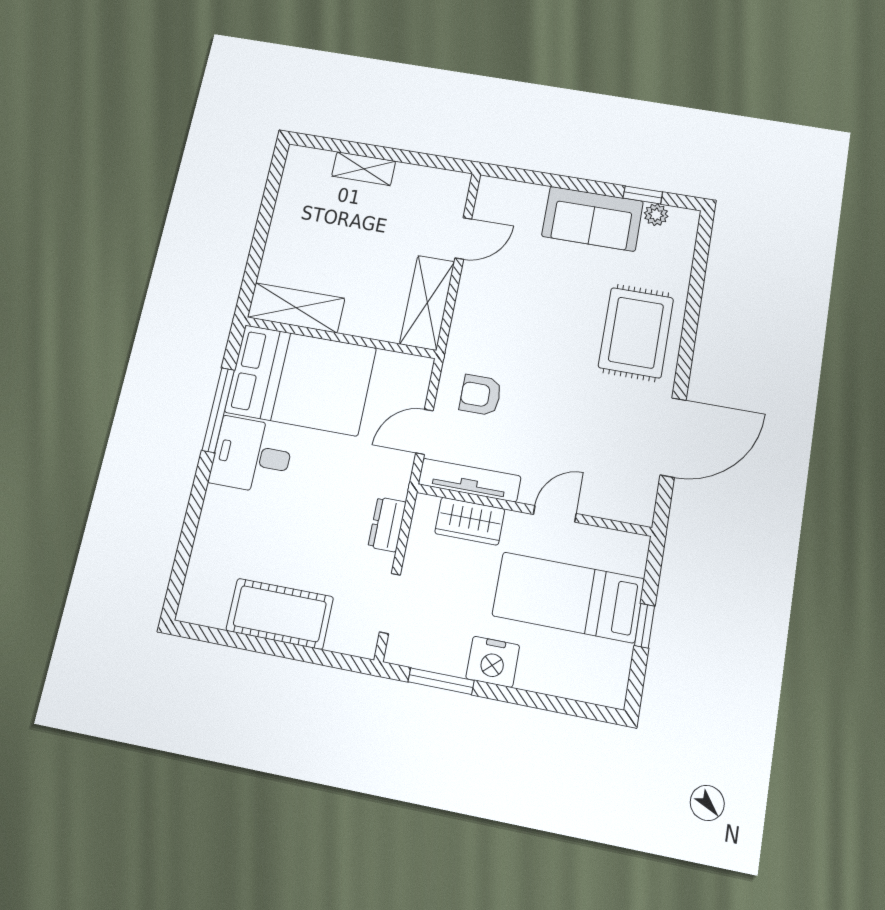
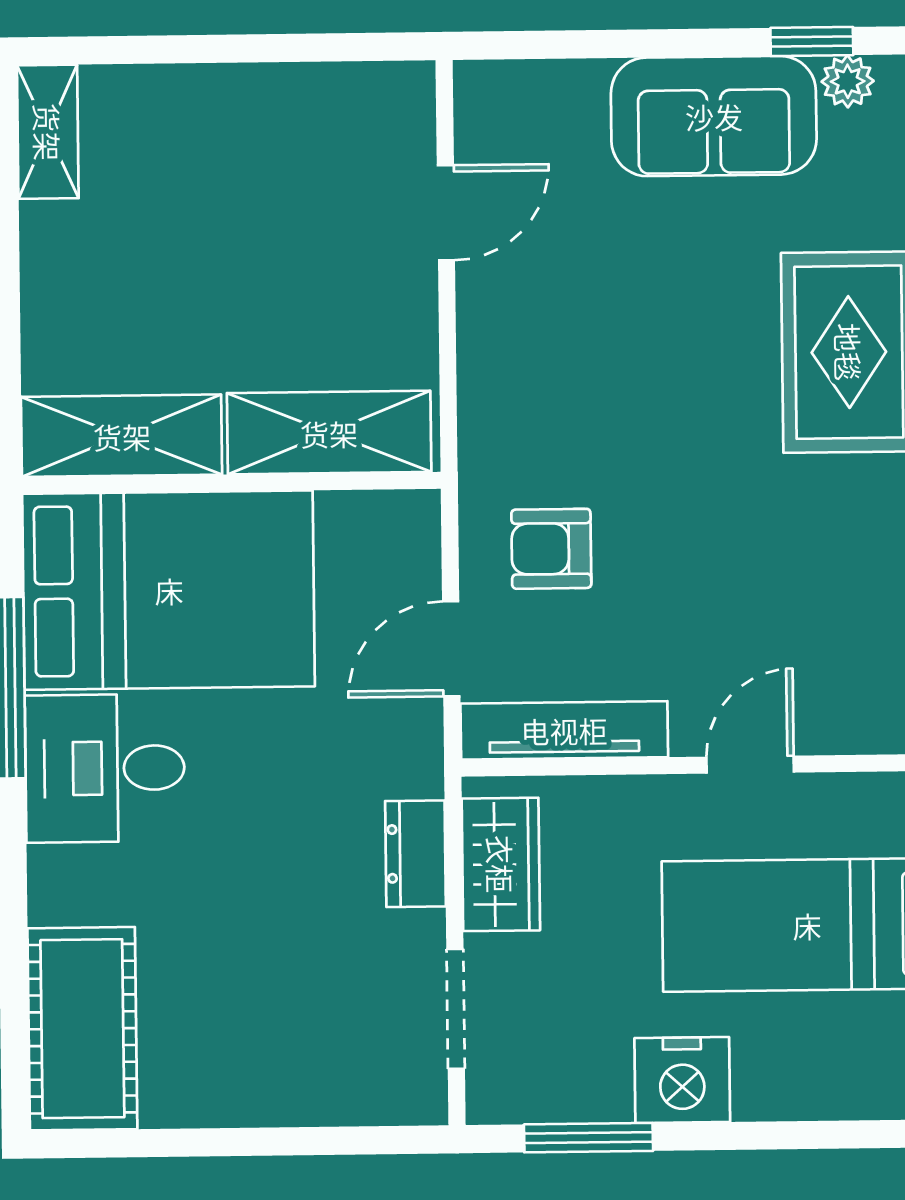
shelving: (364, 169) -> (48, 132), moved, turned 90
shelving: (427, 303) -> (329, 433), moved, turned 90
wardrobe: (470, 521) -> (501, 864), moved, turned -90
cot: (280, 614) -> (82, 1029), moved, turned 90

